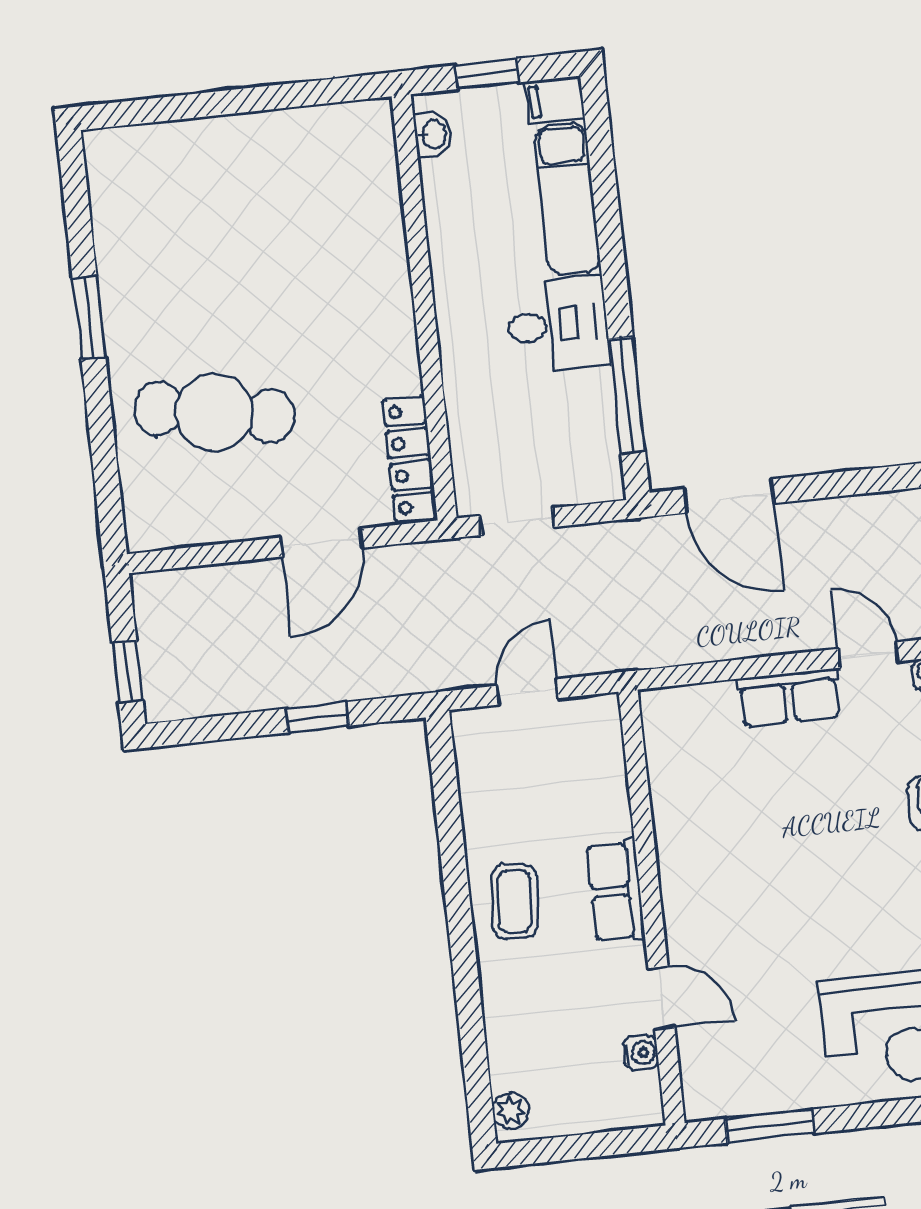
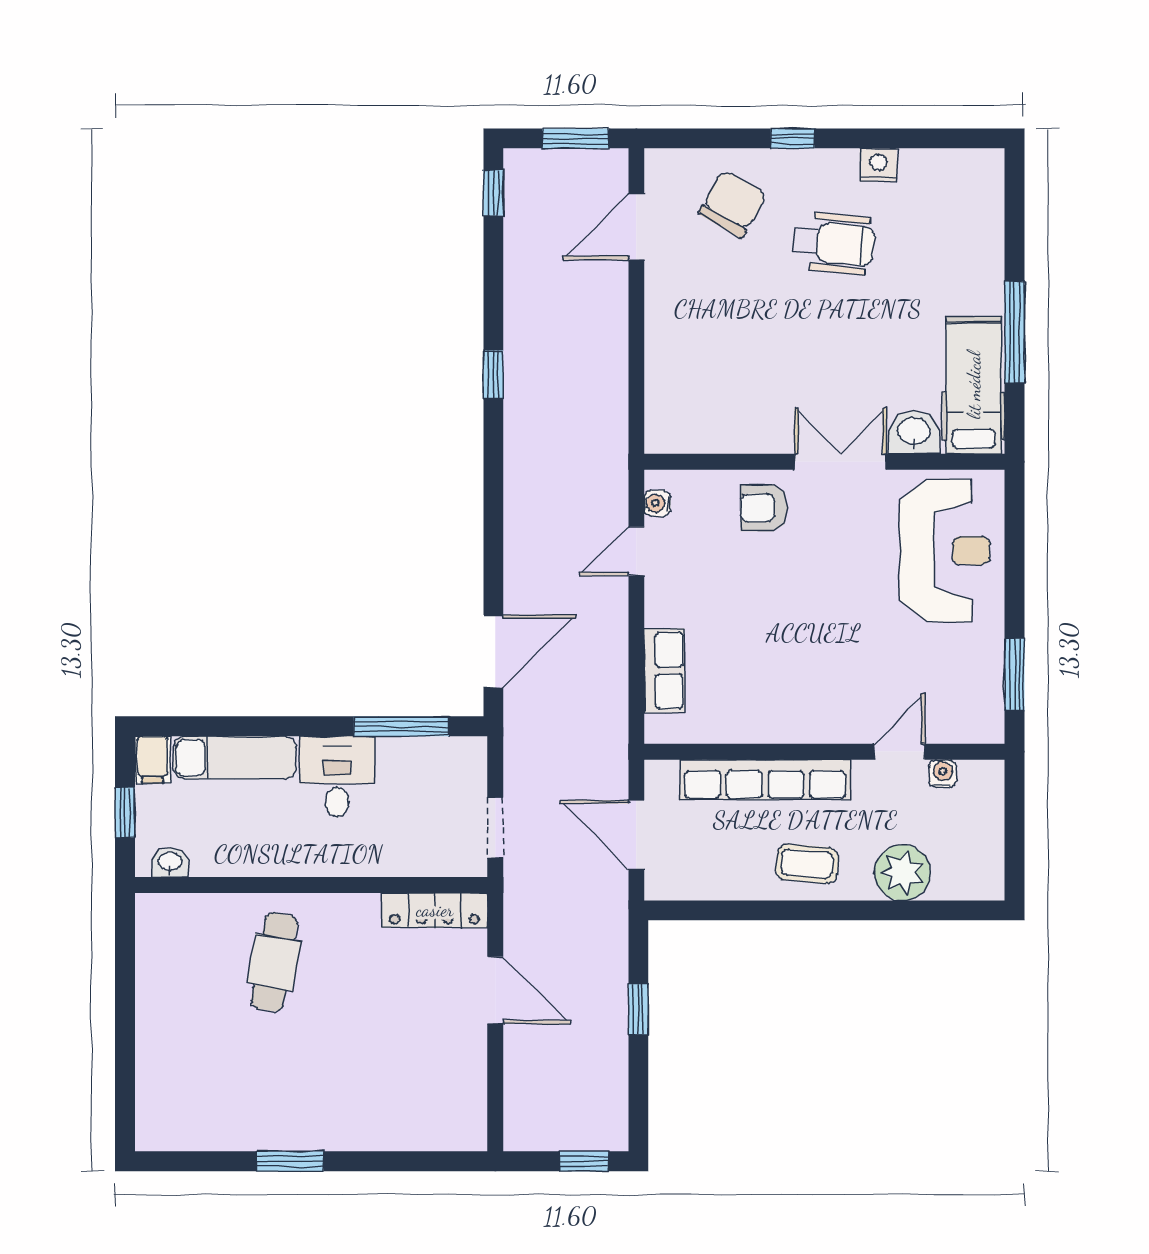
cafe table: (214, 412) -> (274, 962), moved, width x0.73, depth x0.74
door: (527, 692) -> (636, 835), width x1.38
row of seats: (789, 698) -> (664, 671), moved
row of seats: (616, 891) -> (765, 780), width x2.02
plant: (510, 1110) -> (902, 873), moved, width x1.88, depth x1.88

